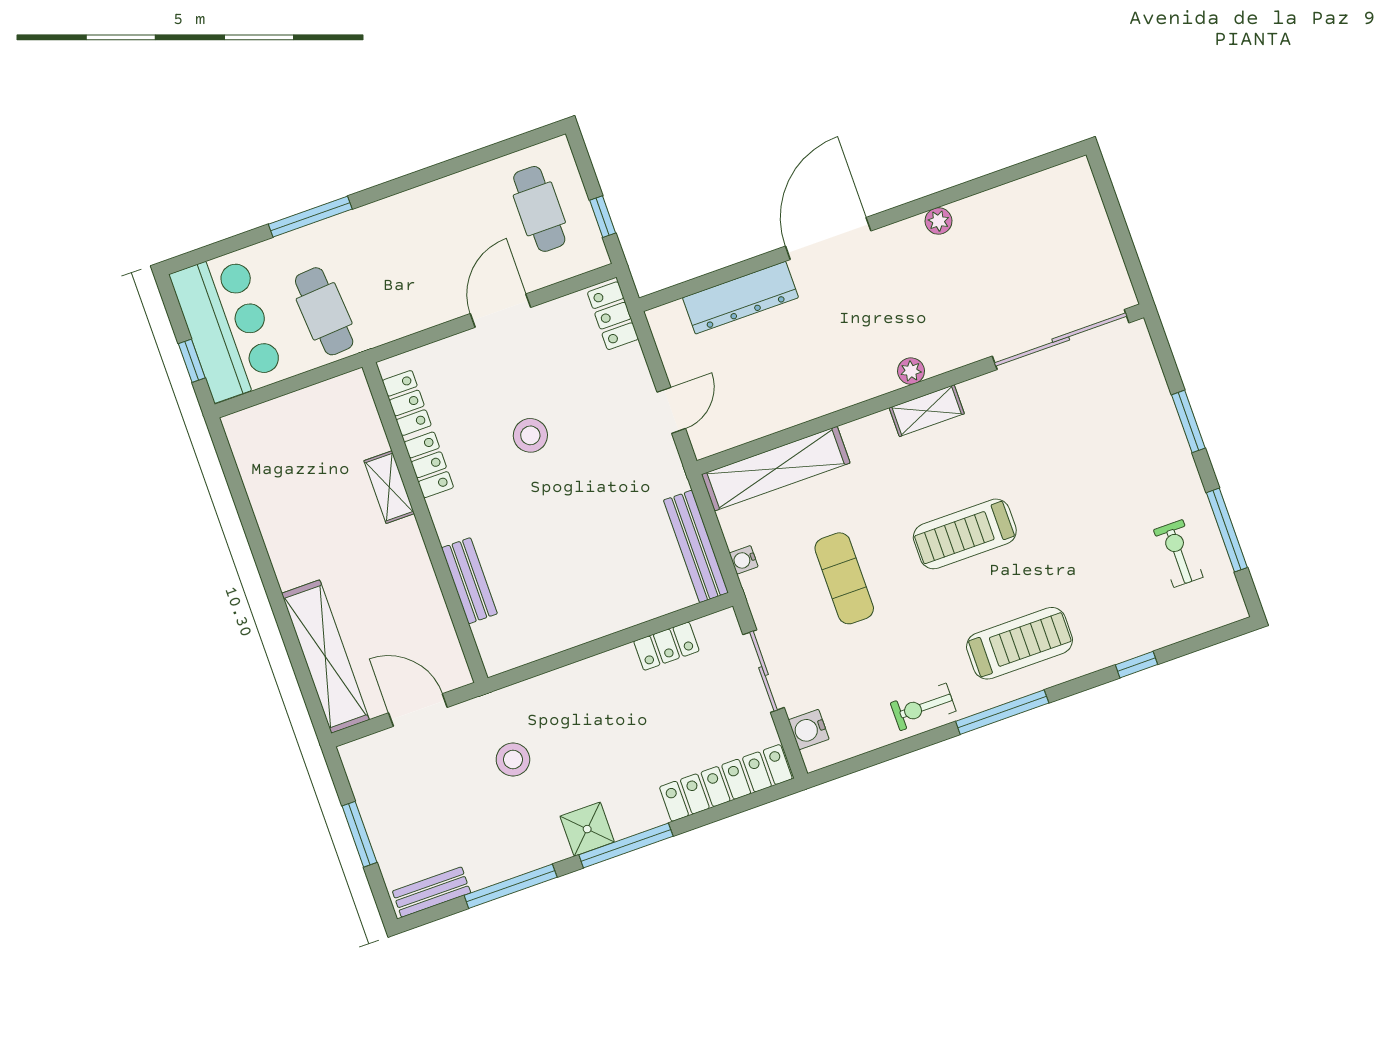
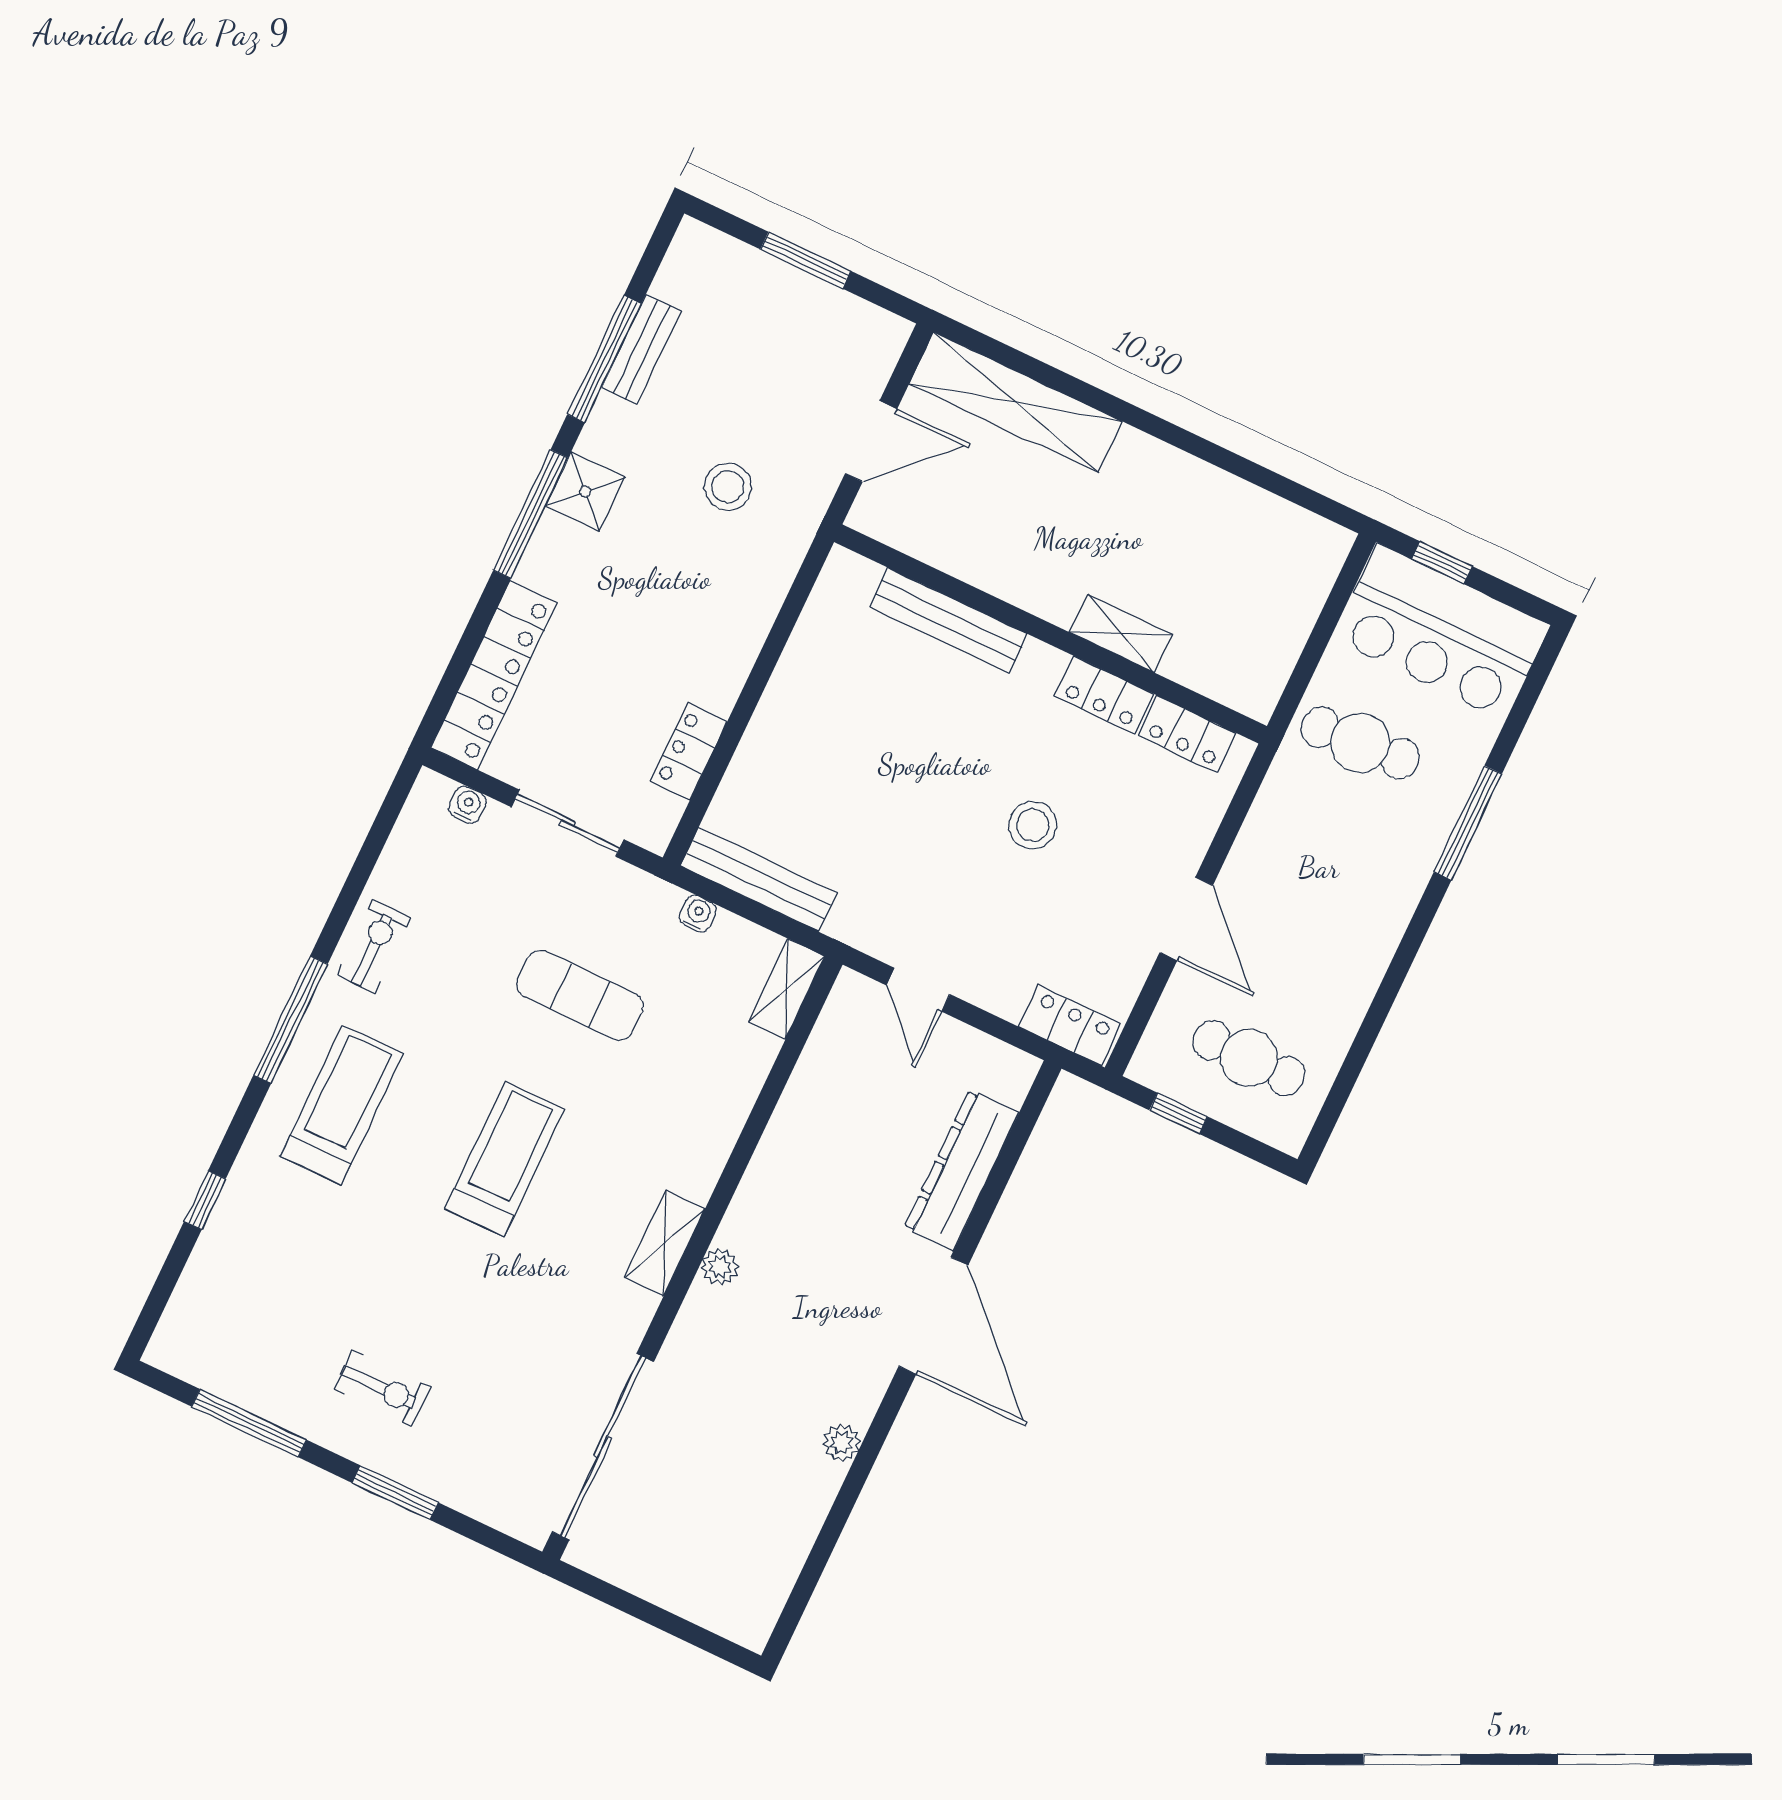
shelving: (776, 469) -> (787, 989), width x0.45, depth x0.75
exercise bike: (1178, 553) -> (382, 1388), moved
bench: (469, 581) -> (949, 620), width x1.36
treadmill: (1020, 643) -> (342, 1105), turned 180
water cooler: (809, 729) -> (468, 805), width x0.72, depth x0.72
bench: (432, 892) -> (641, 349), moved

